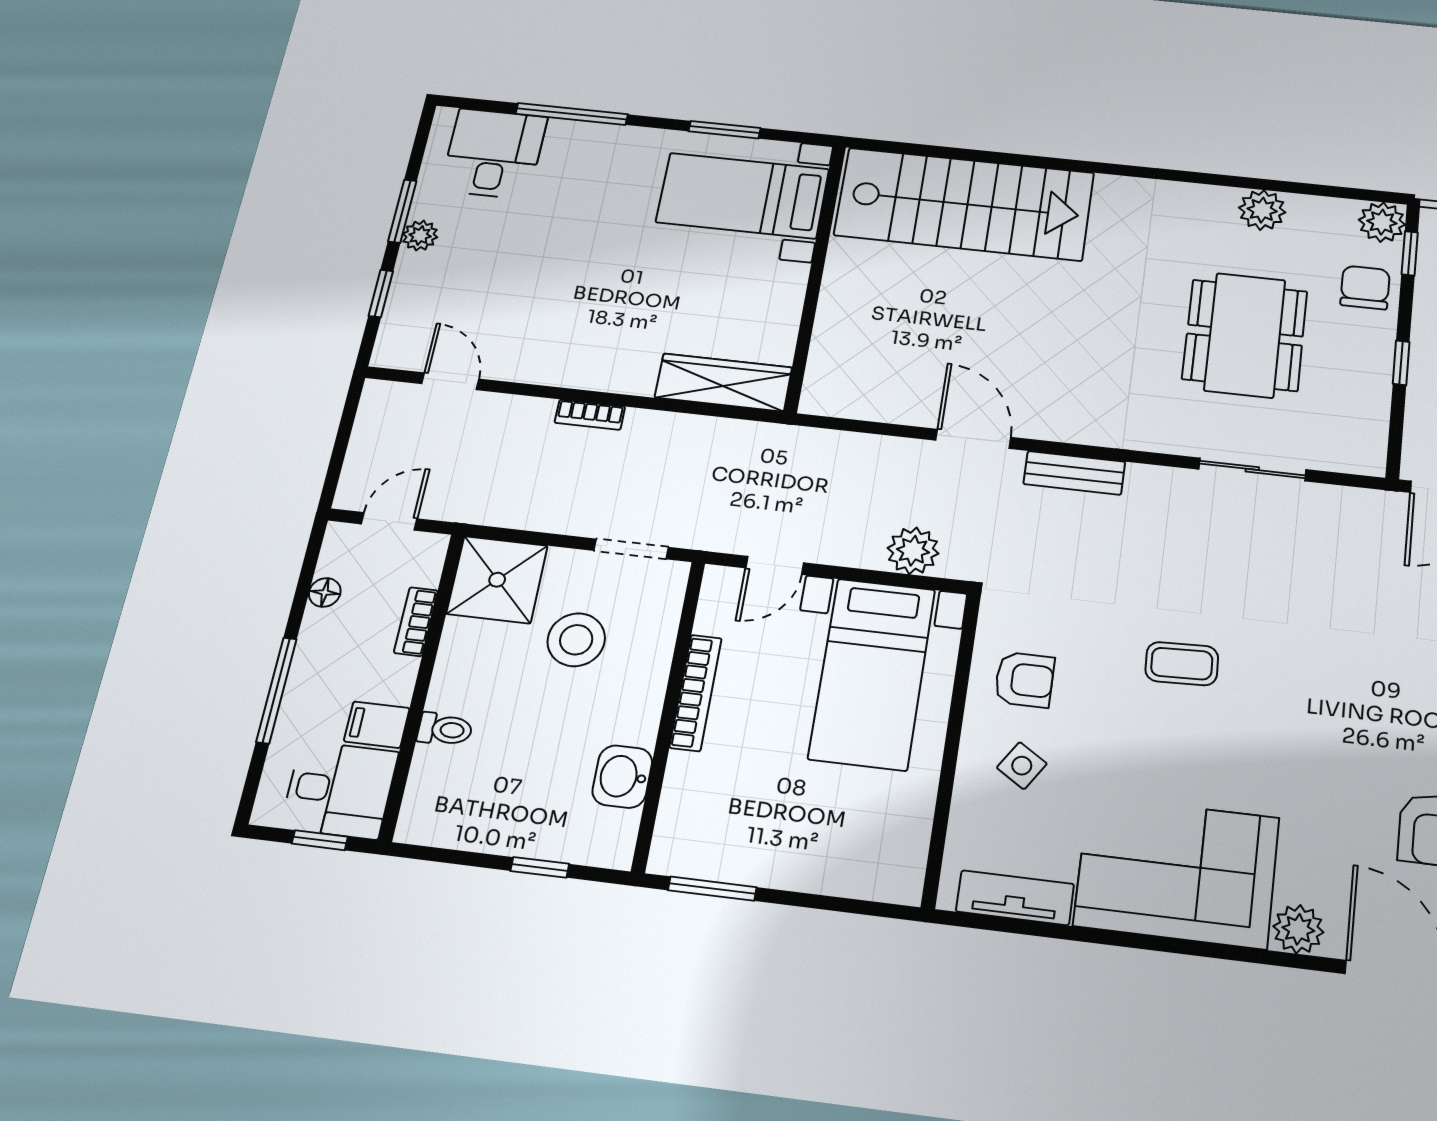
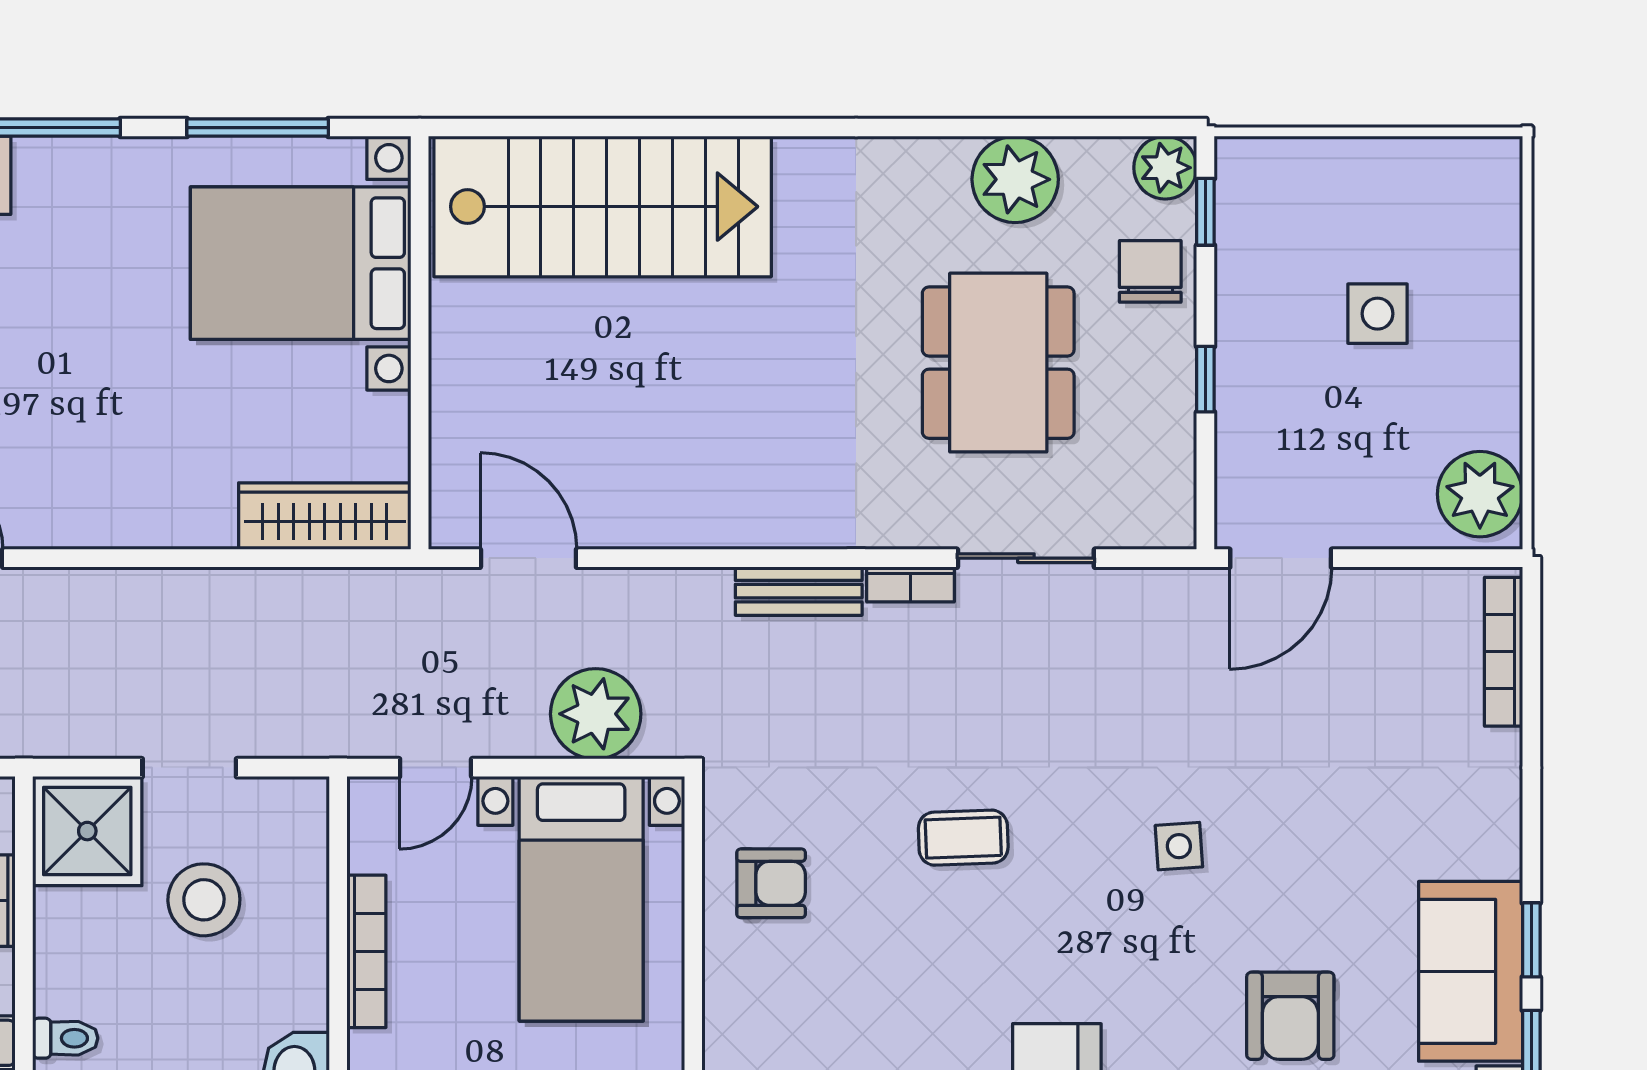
window: (725, 130) -> (258, 128), width x1.44
bed with nightstands: (743, 196) -> (301, 263), width x1.36
plant: (1262, 210) -> (1015, 179), width x1.36, depth x1.36
bookcase: (590, 415) -> (911, 584), moved
door: (973, 439) -> (528, 558), moved
doorway: (631, 549) -> (189, 768), moved
plant: (913, 551) -> (596, 714), width x1.36, depth x1.36
side table: (1022, 766) -> (1179, 846), moved, turned -37

